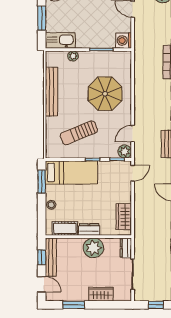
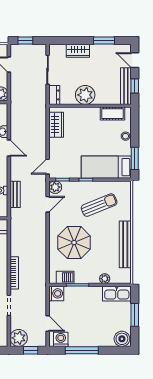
barbecue: (114, 57) -> (65, 277), added
dresser: (89, 229) -> (89, 113), removed

